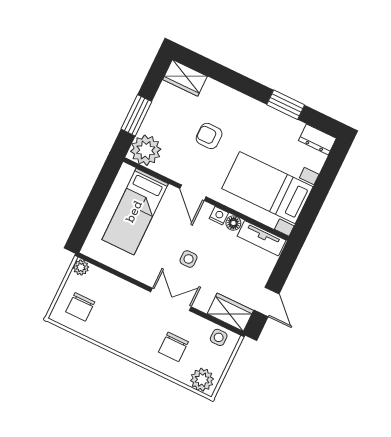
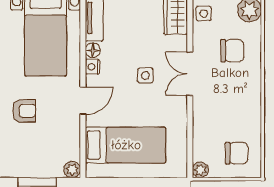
armchair: (209, 136) -> (24, 111), turned -90
plant: (146, 150) -> (72, 170), width x0.53, depth x0.53

